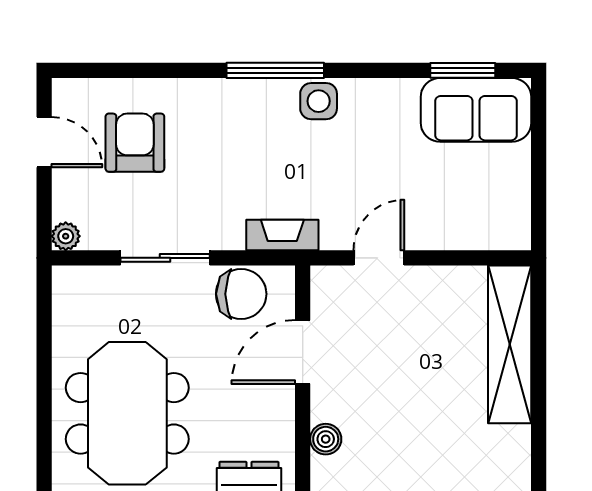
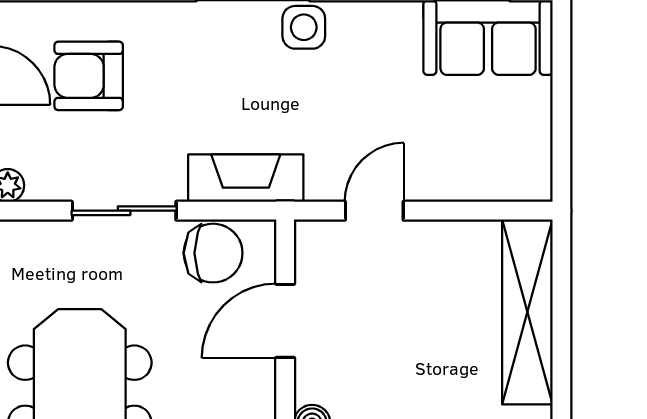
armchair: (135, 143) -> (89, 76), turned -90
fireplace: (282, 235) -> (246, 178), width x1.37, depth x1.32

